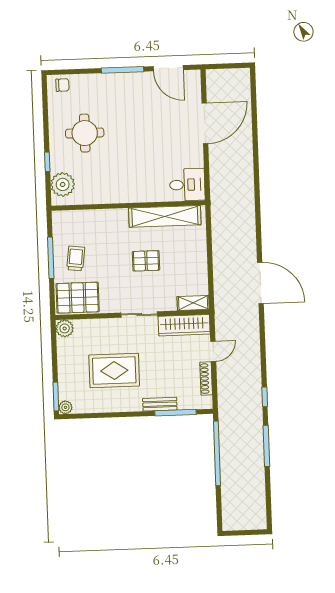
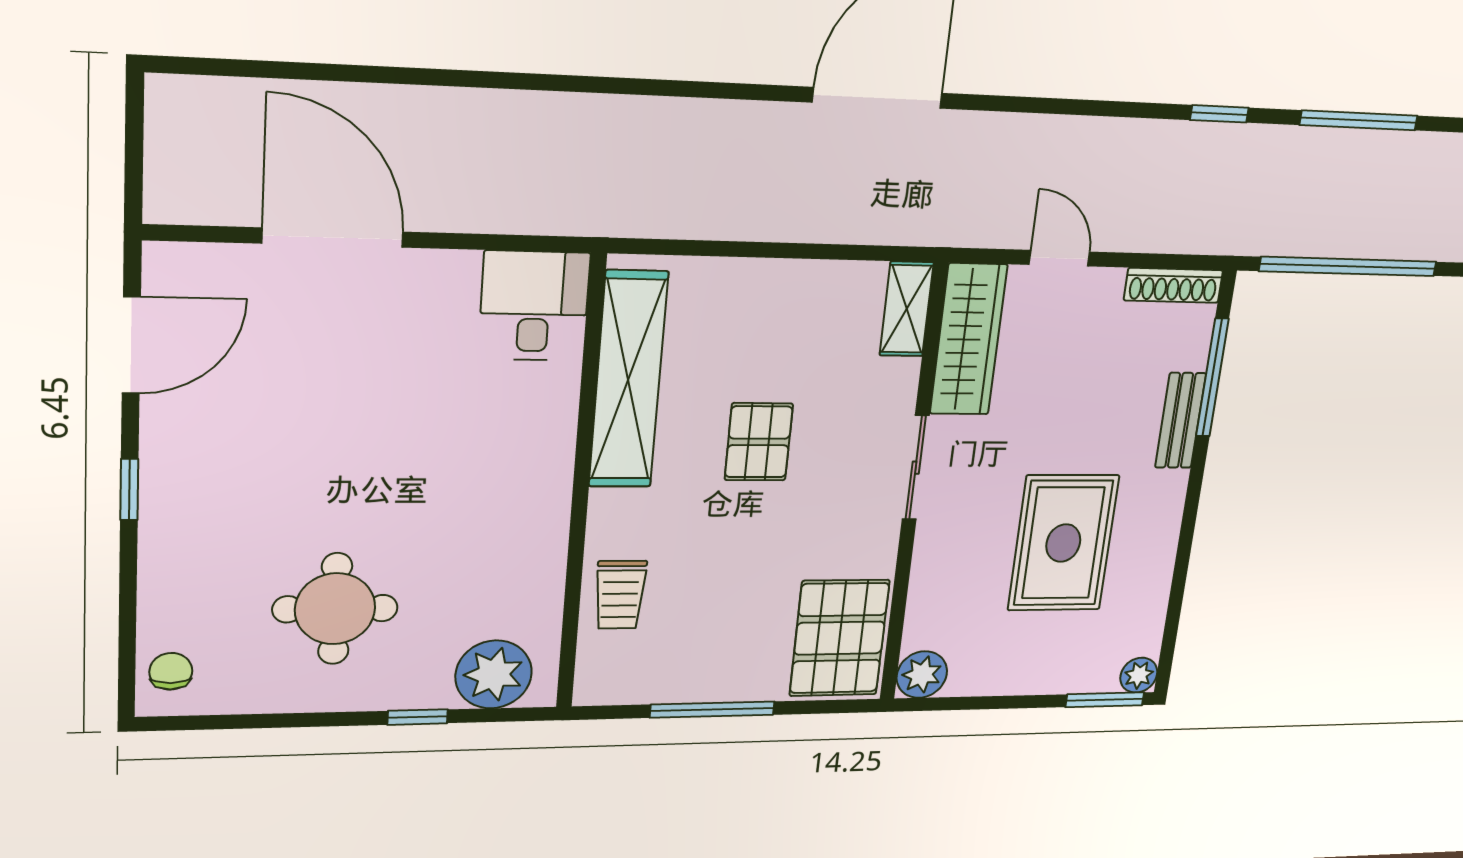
window: (122, 70) -> (129, 490), width x0.46
trolley: (76, 258) -> (620, 595), moved, turned -97
shoe rack: (206, 378) -> (1173, 285), moved

